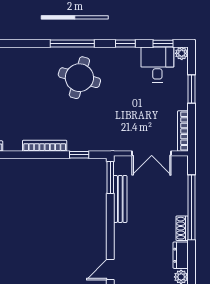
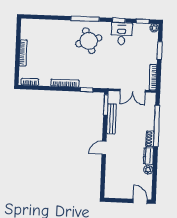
desk: (157, 64) -> (122, 34), moved
round table: (79, 78) -> (89, 41), turned -35
door: (110, 270) -> (104, 148), moved

